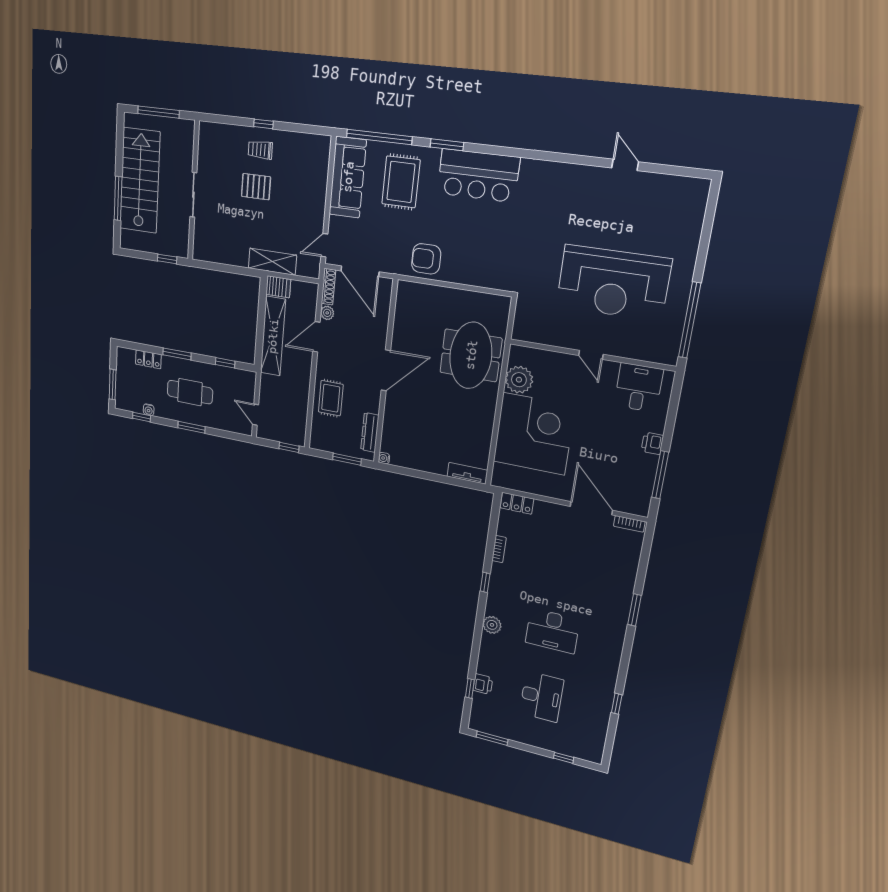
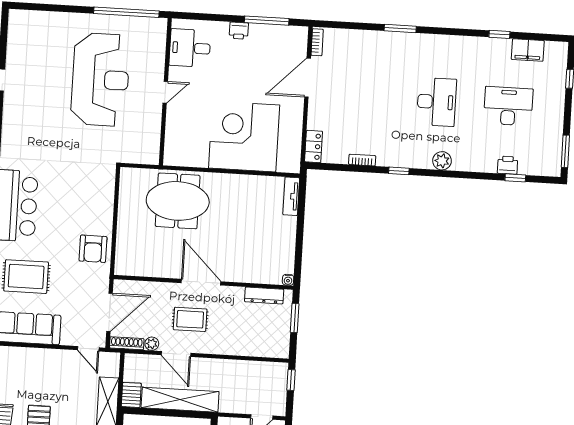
plant: (519, 380) -> (195, 154), removed
rug: (331, 398) -> (190, 319), moved
filing cabinet: (597, 726) -> (528, 50), added

